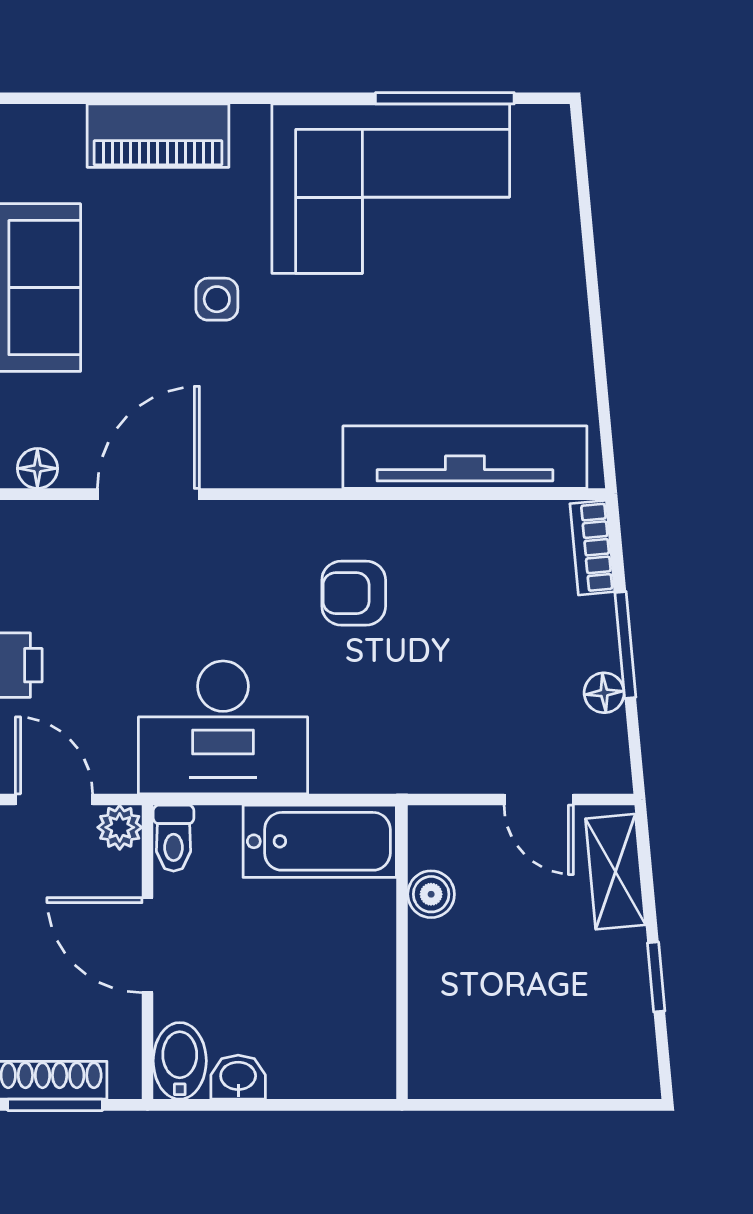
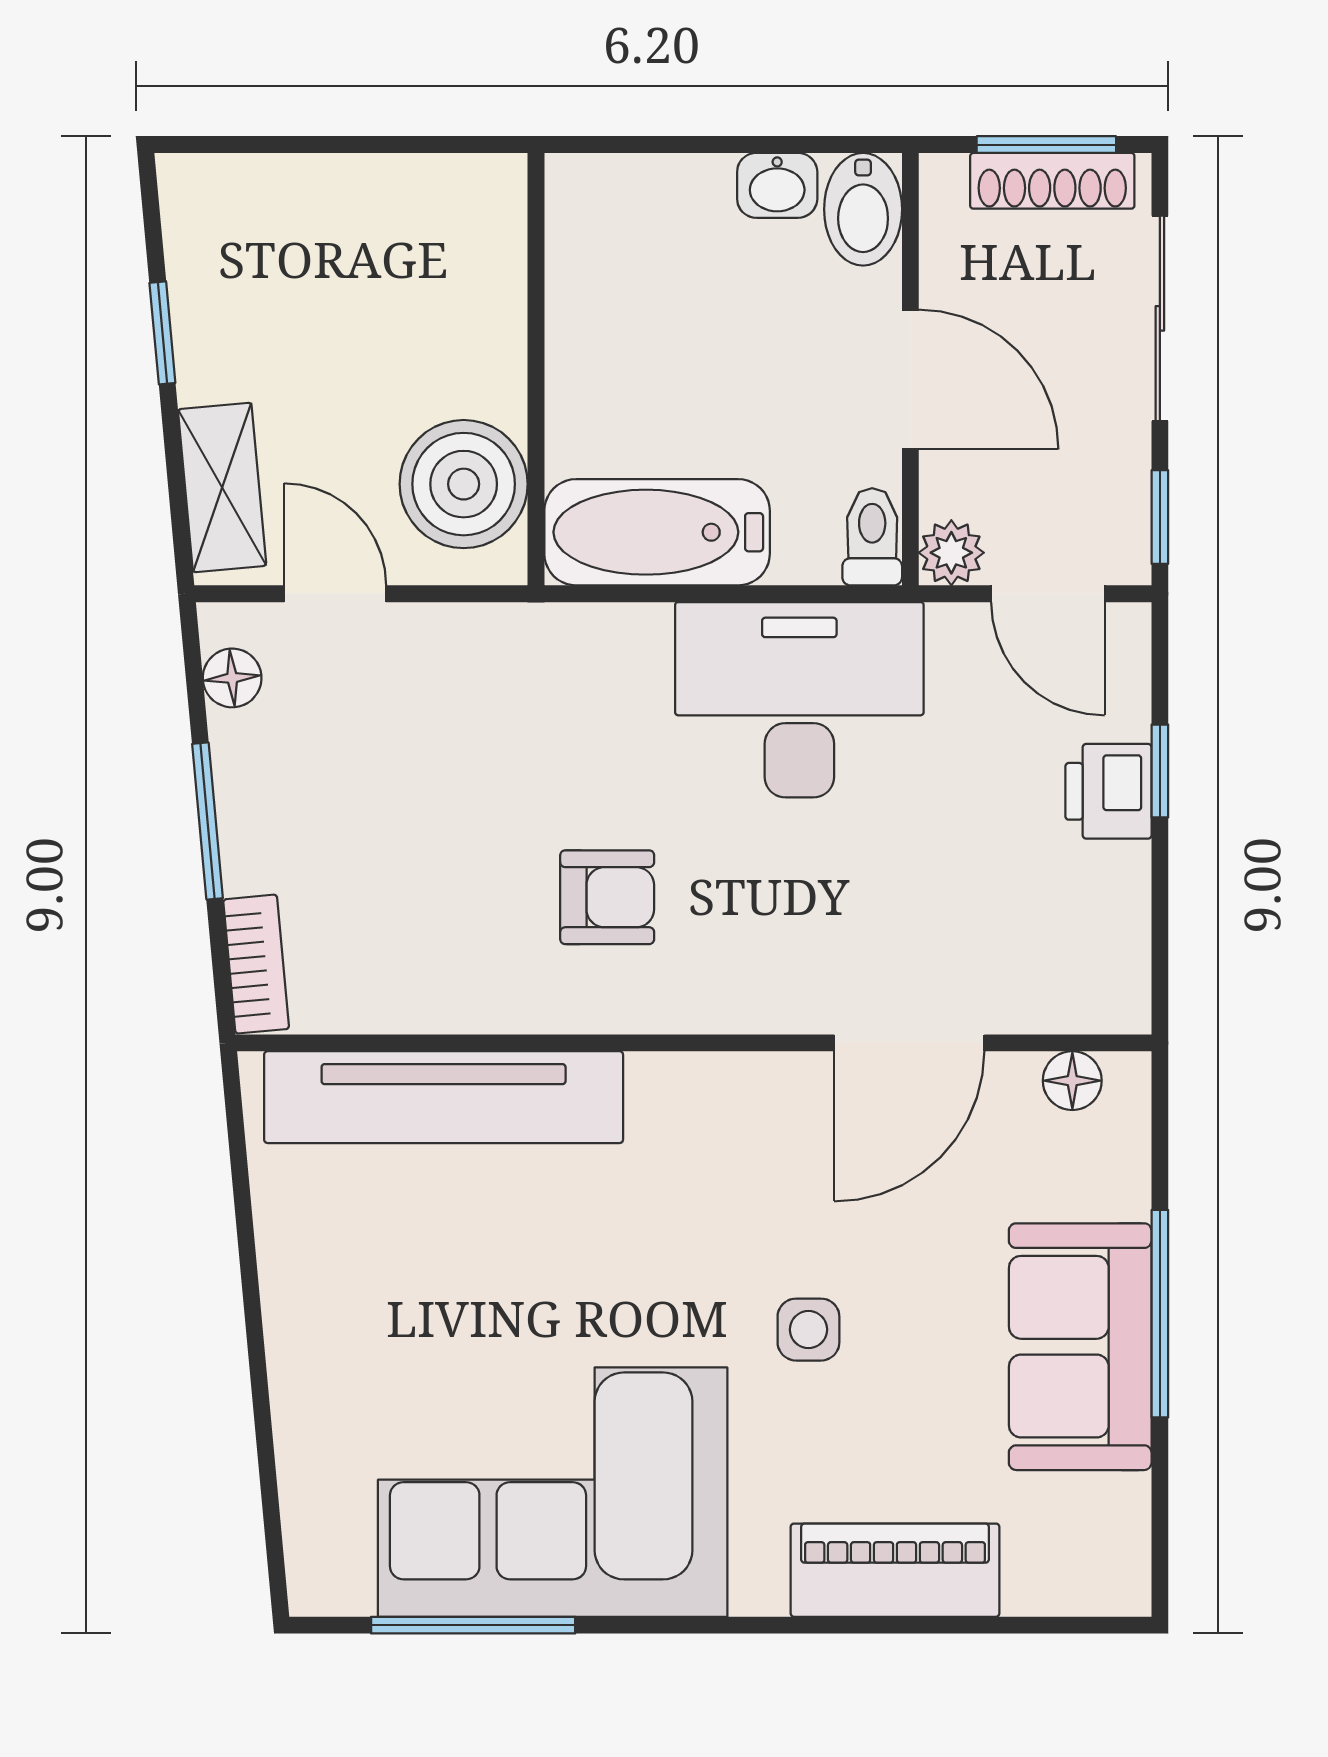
floor lamp: (604, 693) -> (232, 678), moved
boiler: (431, 894) -> (464, 484), width x1.86, depth x1.86

